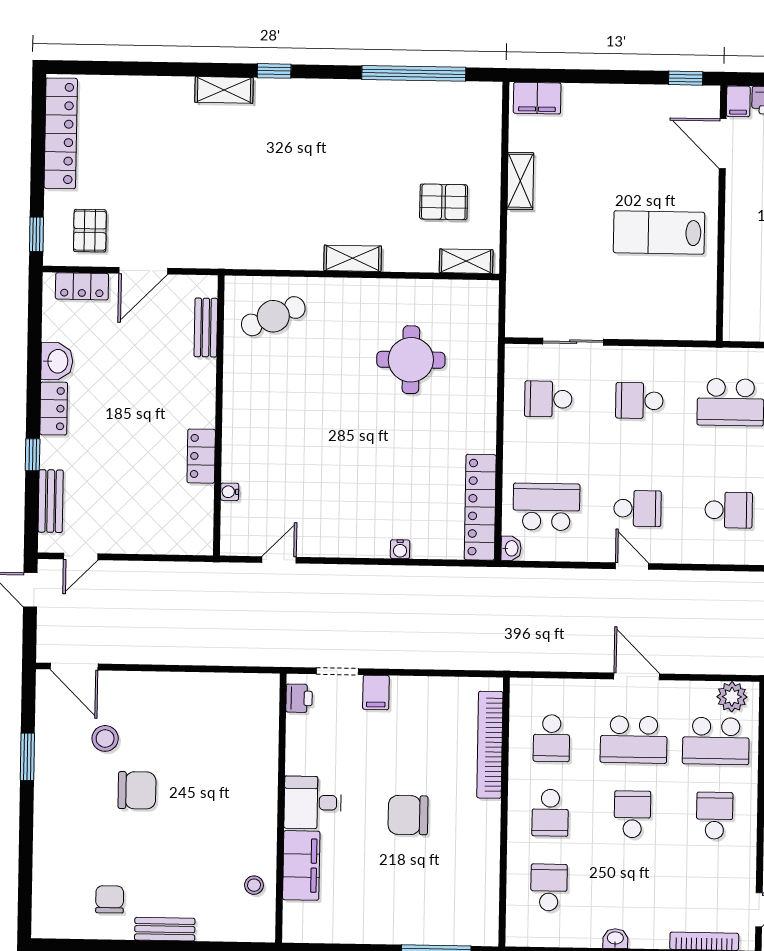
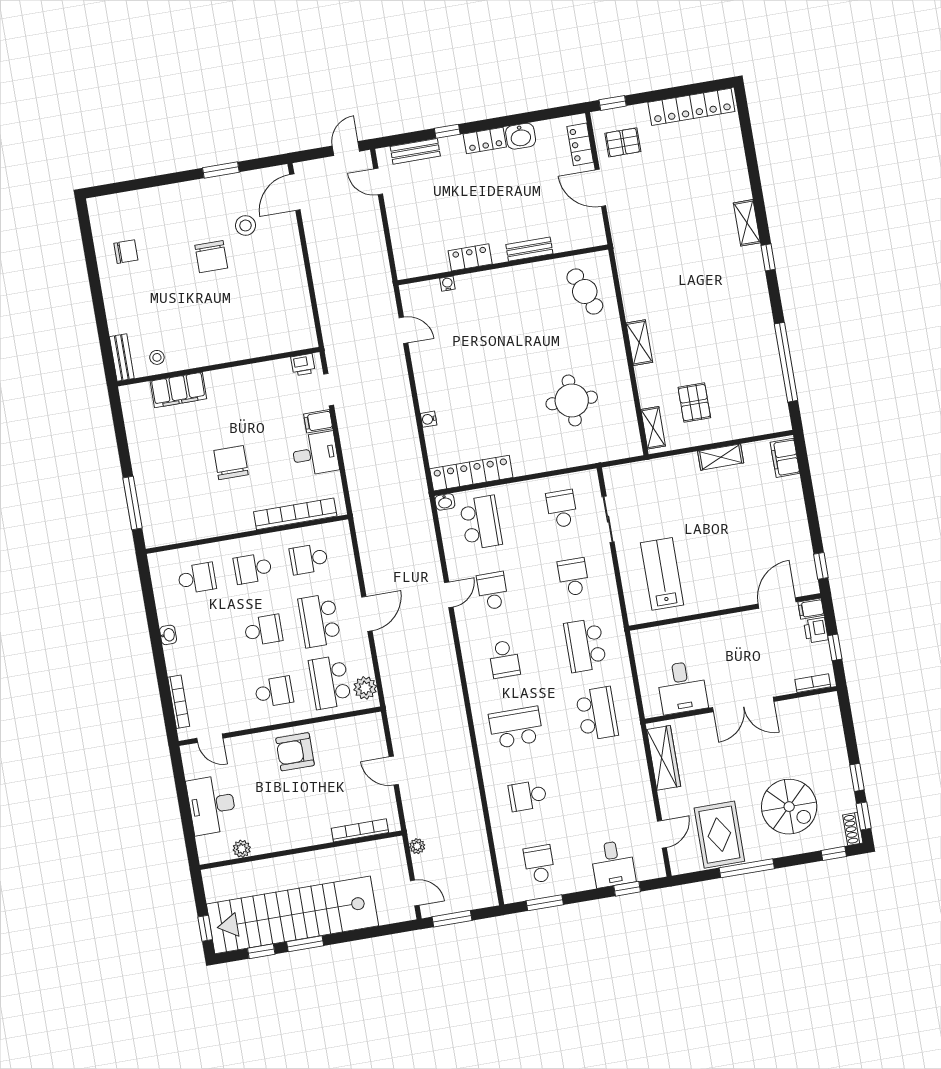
lab bench: (659, 232) -> (662, 574), moved
bench: (206, 327) -> (529, 249), moved
school desk: (638, 508) -> (493, 591), turned 180
desk: (313, 802) -> (315, 454), moved, turned 90
bench: (165, 929) -> (122, 358), moved

